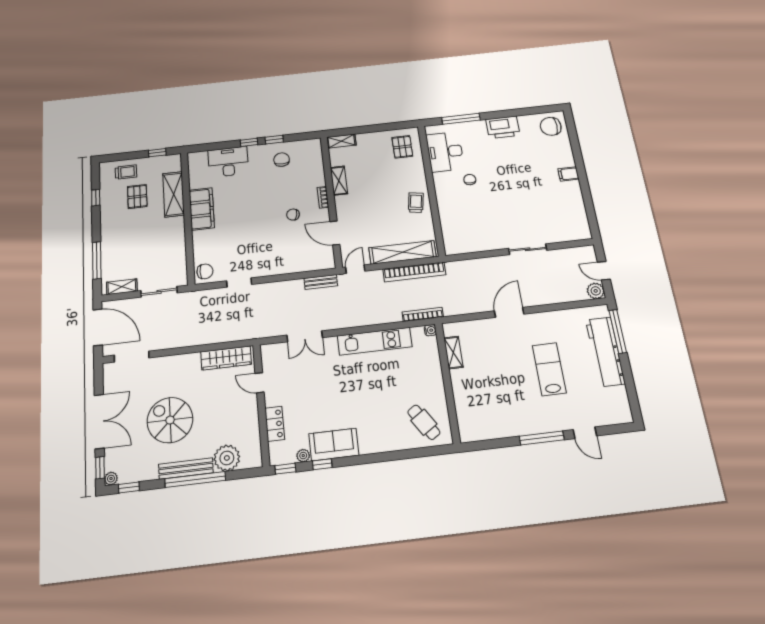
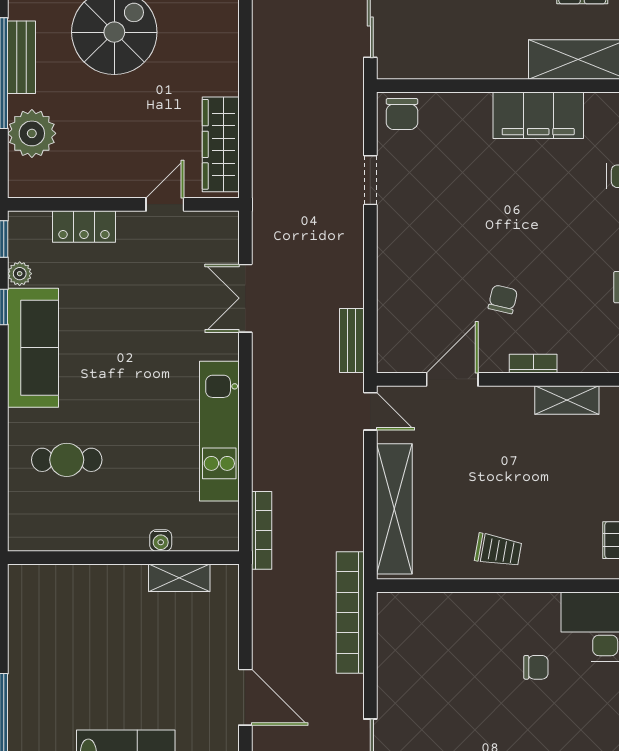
bookcase: (414, 272) -> (350, 612), moved
water cooler: (430, 330) -> (161, 541), moved
cafe table: (424, 422) -> (67, 460), moved, turned 33
sofa: (334, 445) -> (33, 348), width x1.36
bench: (186, 469) -> (22, 57), width x0.73

